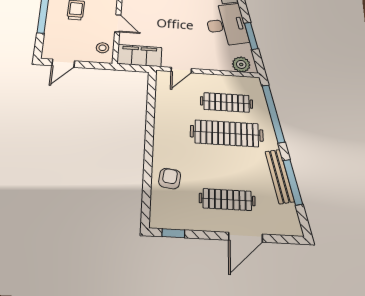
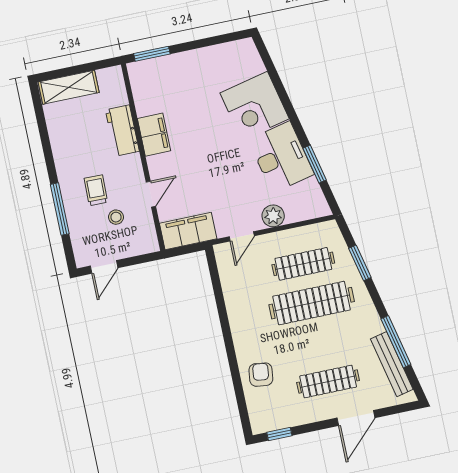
door: (118, 23) -> (151, 194), hinge flipped
stool: (103, 48) -> (116, 217), moved
plant: (241, 64) -> (273, 216), moved
window: (273, 114) -> (360, 263), width x0.47
bench: (280, 176) -> (392, 364), moved

